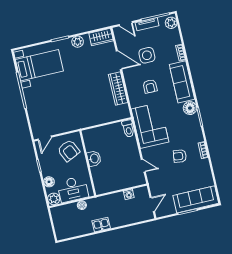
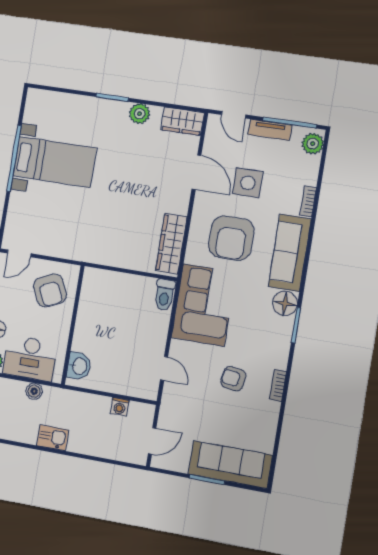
bed with nightstands: (39, 65) -> (55, 162), moved
armchair: (150, 86) -> (231, 238), width x1.88, depth x1.88
wardrobe: (118, 88) -> (171, 244), moved
washbasin: (94, 159) -> (79, 366), moved

